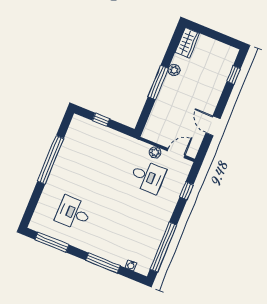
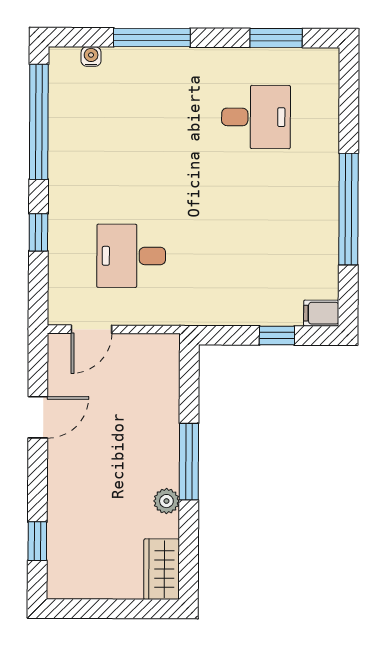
filing cabinet: (79, 122) -> (321, 313), added
door: (213, 126) -> (38, 417), hinge flipped
plant: (155, 152) -> (136, 313), removed
window: (186, 191) -> (38, 232), moved
window: (52, 242) -> (276, 38), width x0.69

